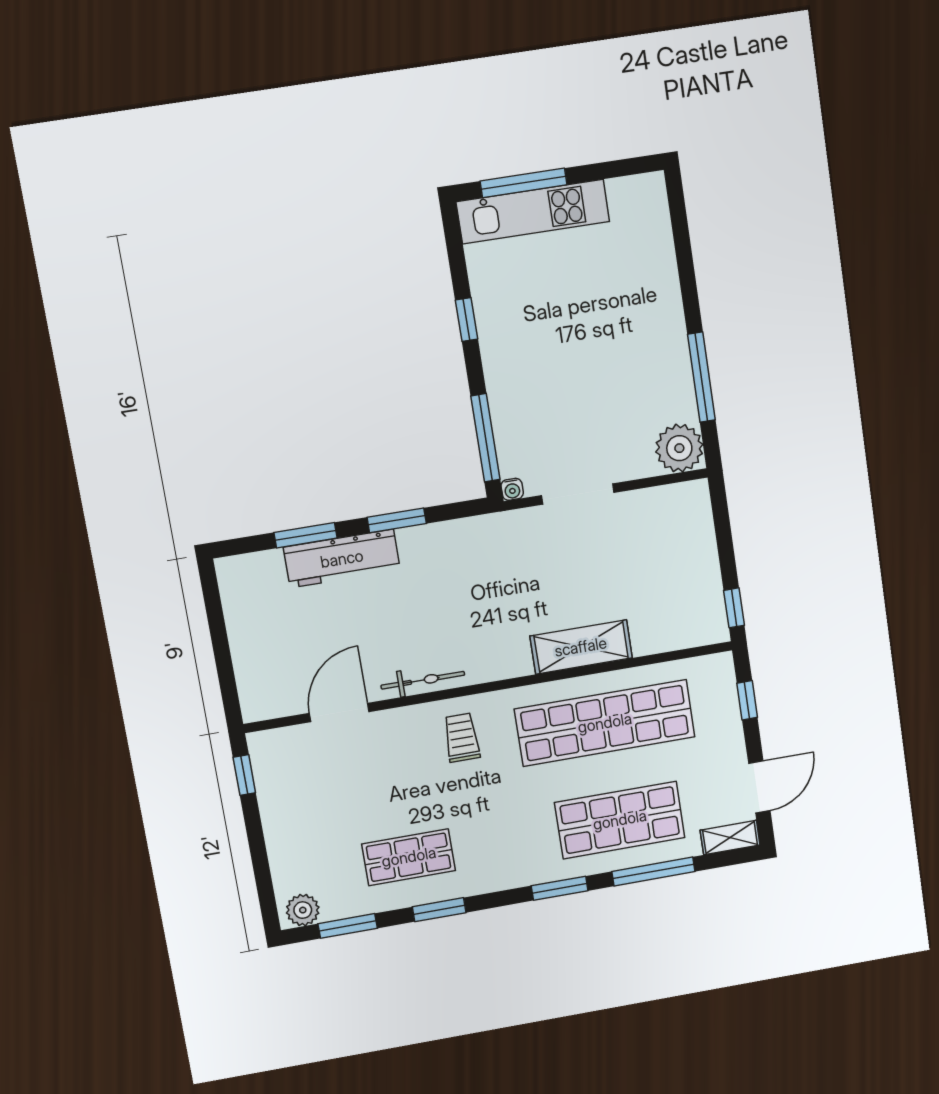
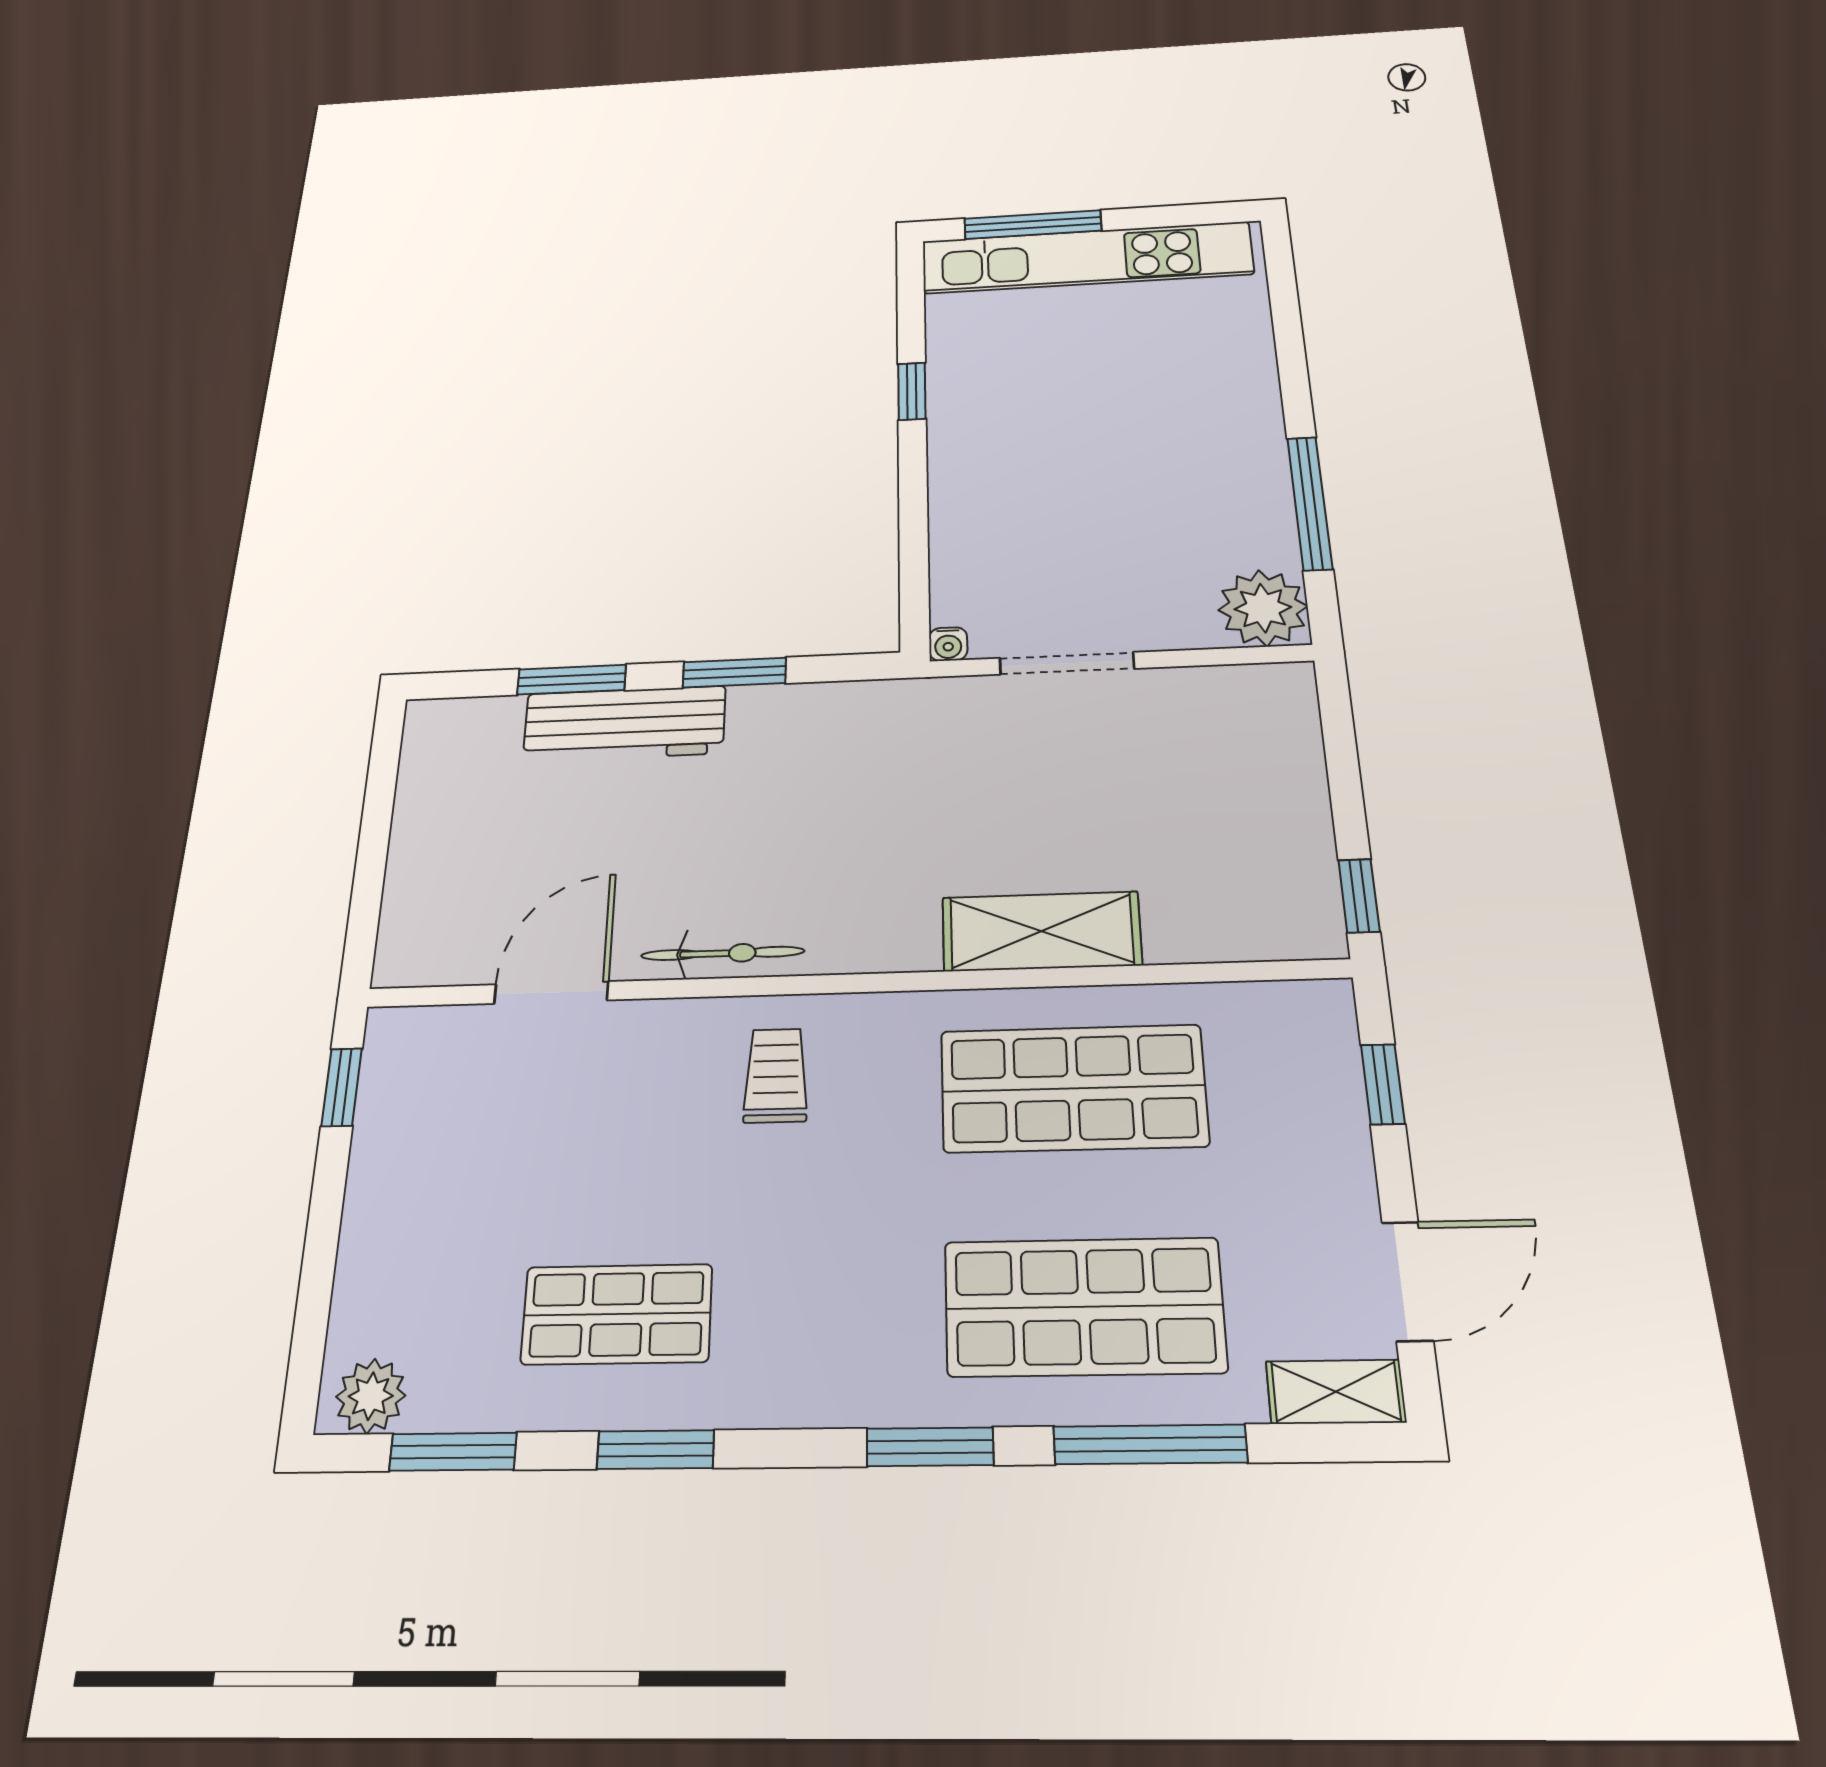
kitchen unit: (533, 212) -> (1086, 258), width x1.36
window: (485, 438) -> (914, 561), removed
shop shelf: (605, 723) -> (1073, 1088), width x0.71

